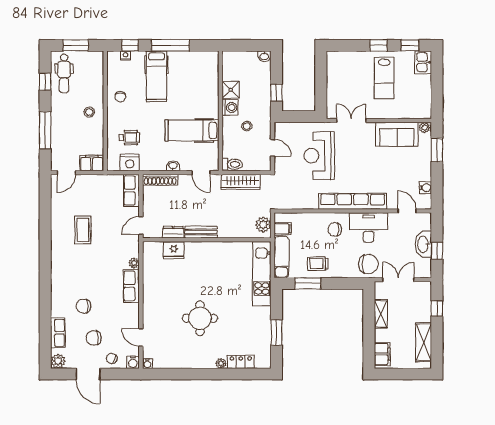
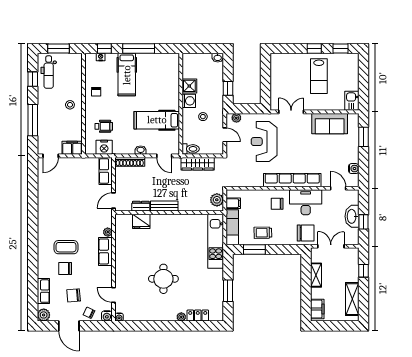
kitchen sink: (423, 62) -> (352, 101), moved
plant: (424, 128) -> (236, 118), moved
coffee table: (83, 230) -> (66, 247), moved, turned 90

